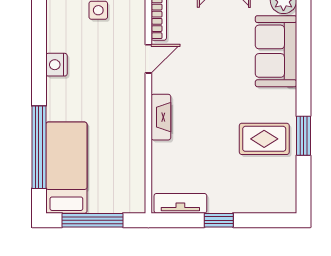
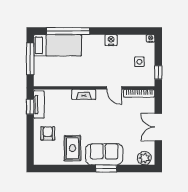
sofa: (276, 51) -> (104, 154), moved
window: (303, 136) -> (106, 169), moved
armchair: (236, 186) -> (48, 133), added
window: (219, 220) -> (30, 107), moved

